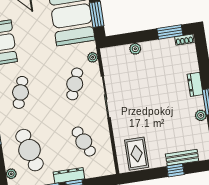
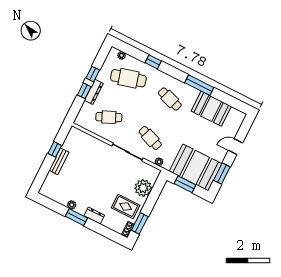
plant: (135, 49) -> (143, 188), width x1.88, depth x1.88
rug: (137, 154) -> (126, 206), moved
bench: (182, 157) -> (59, 161), moved
window: (175, 170) -> (55, 149), moved

